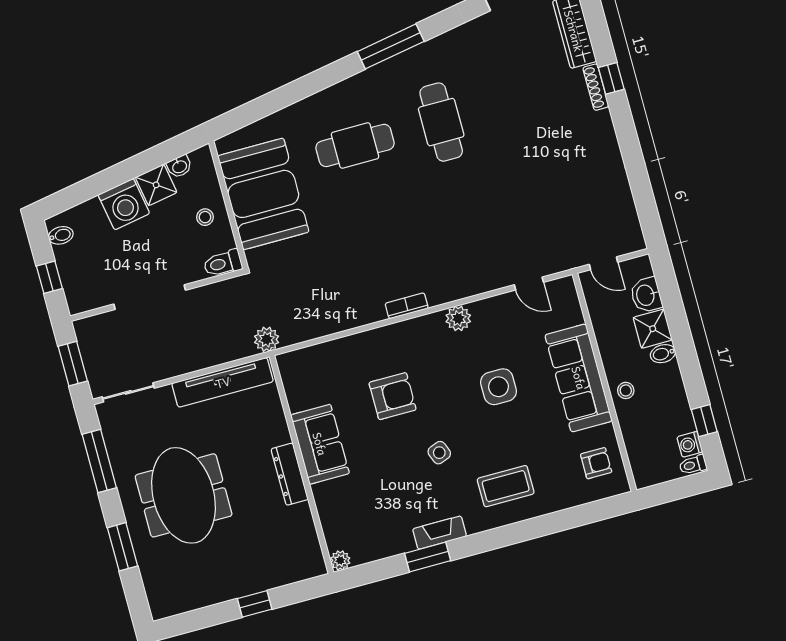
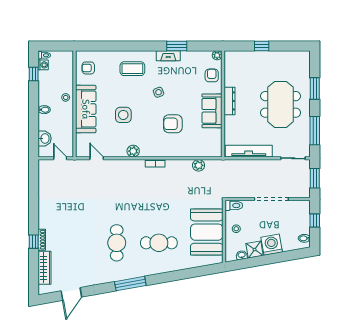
shower: (653, 329) -> (46, 122), removed
plant: (267, 339) -> (199, 165), moved
armchair: (340, 516) -> (212, 75), added

